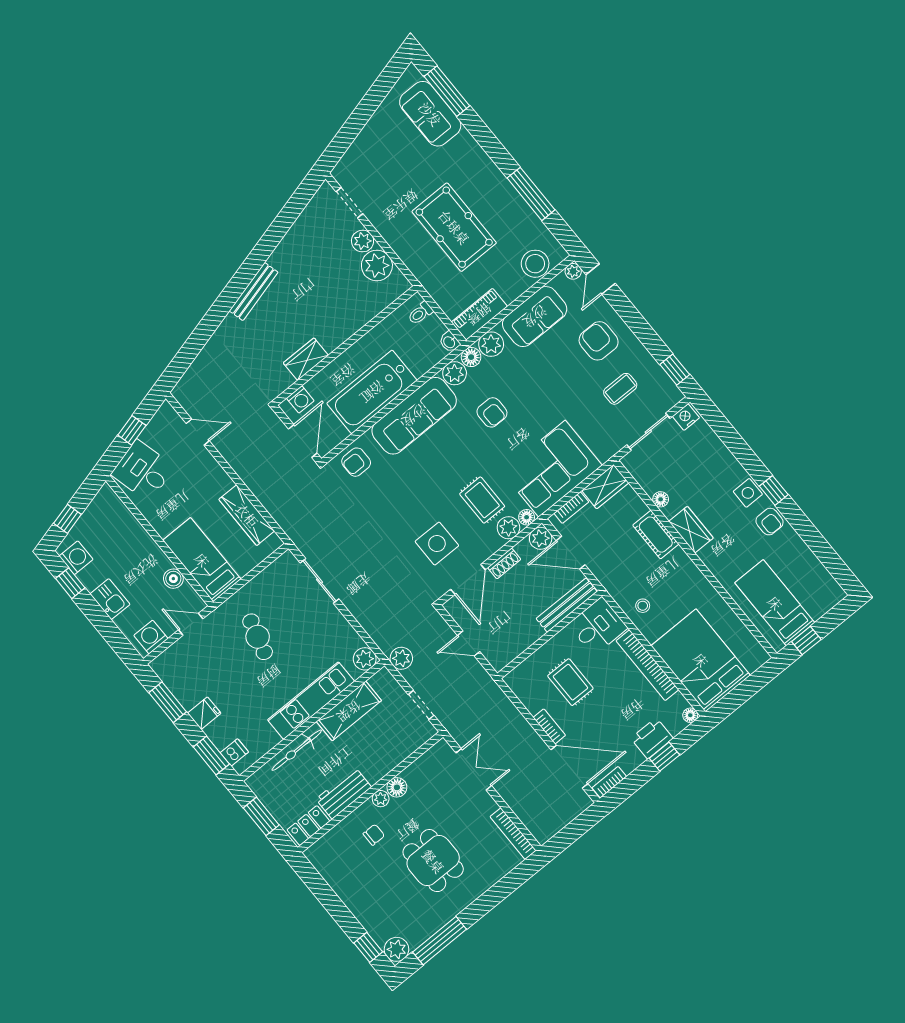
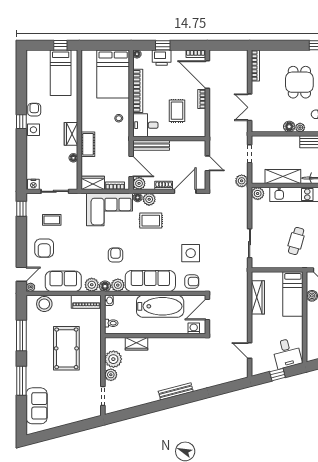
window: (447, 91) -> (21, 381), moved
wardrobe: (306, 359) -> (136, 344), moved
rug: (482, 500) -> (151, 221), turned 90
side table: (437, 544) -> (191, 253), moved

